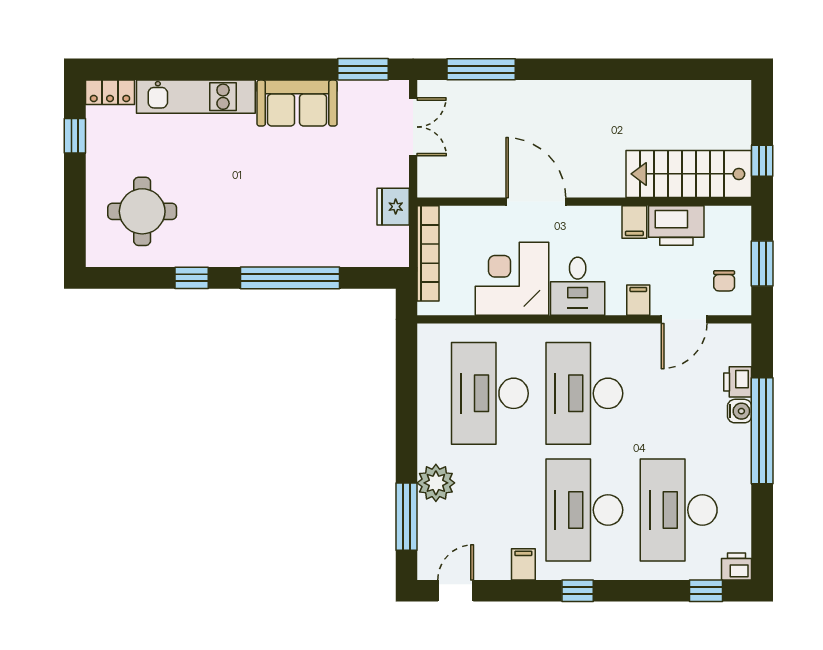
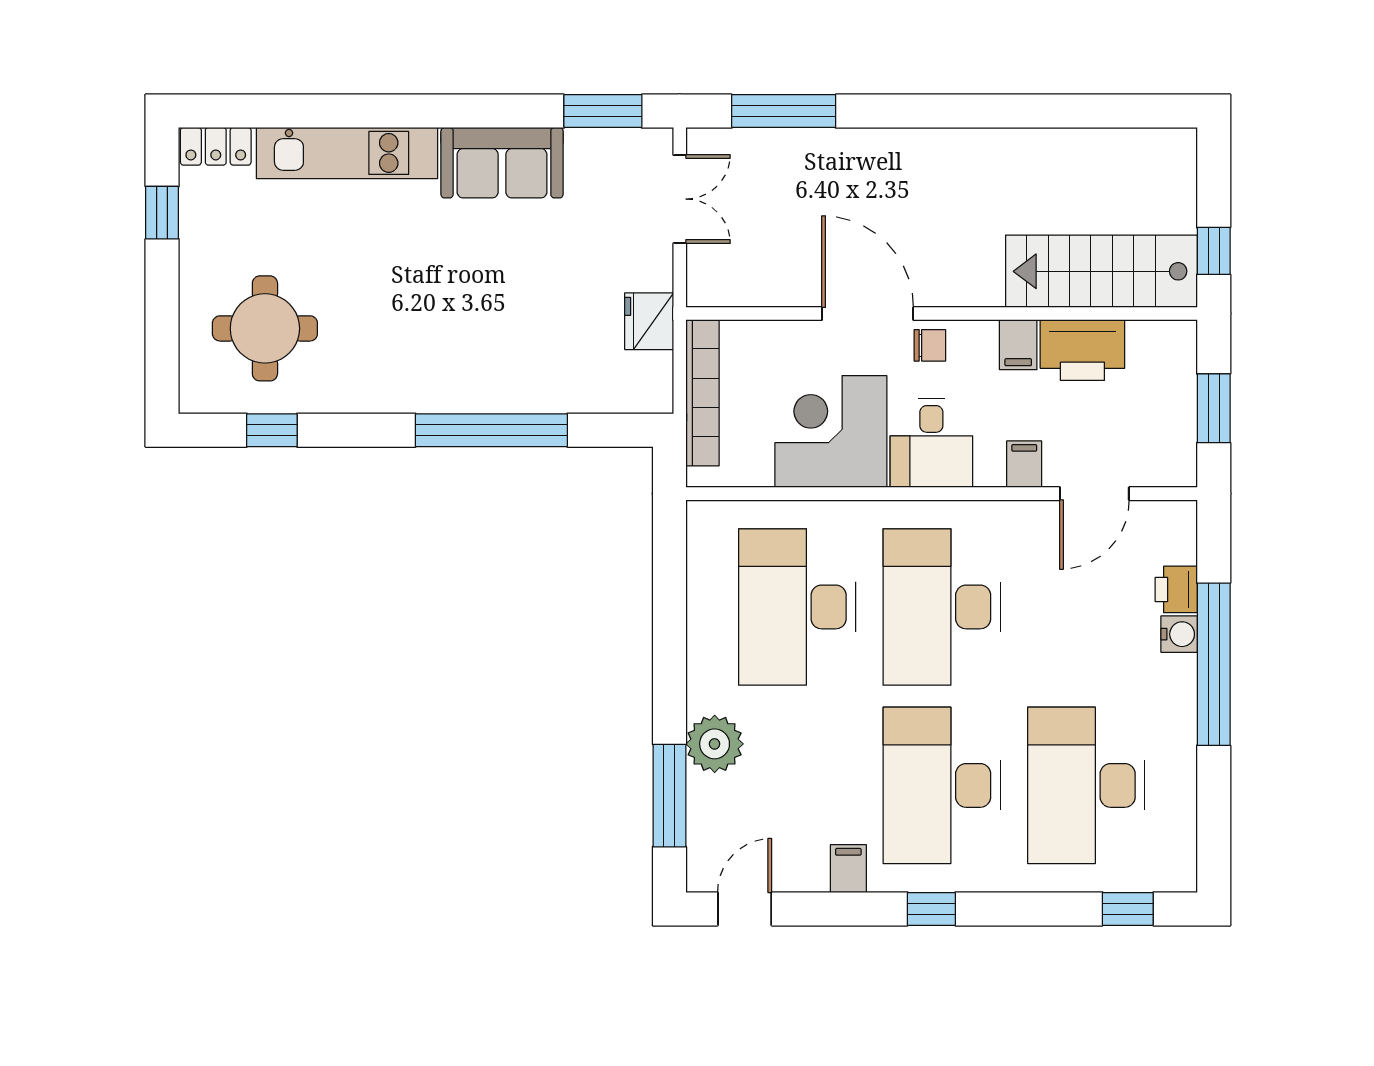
window: (192, 278) -> (272, 430), moved
chair: (724, 281) -> (930, 345), moved, turned -90
printer: (736, 566) -> (1174, 872), removed

